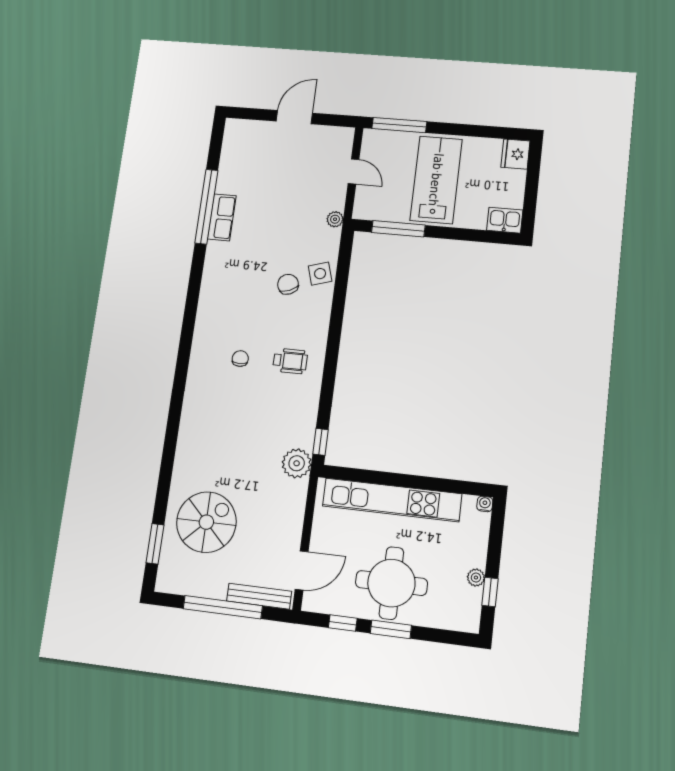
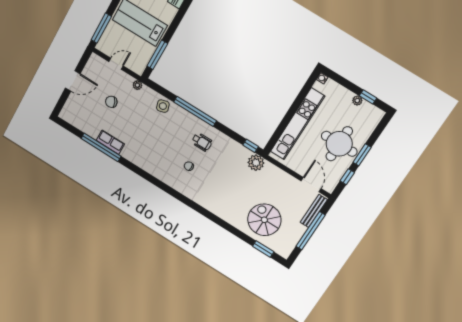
door: (294, 117) -> (73, 81), swing flipped
chair: (288, 284) -> (111, 102), moved
window: (335, 328) -> (195, 111), added
wheelchair: (290, 361) -> (202, 142), turned 90

